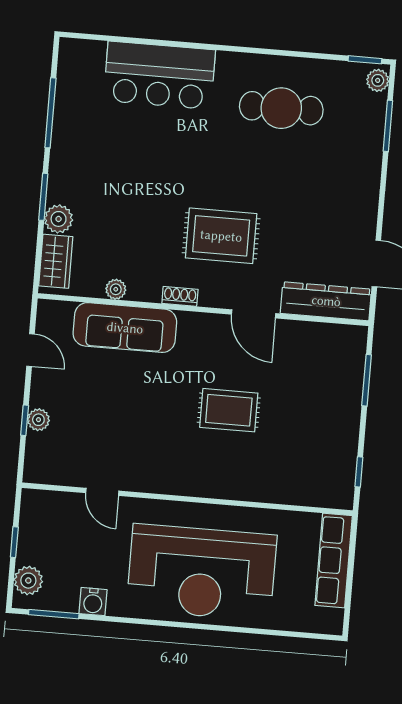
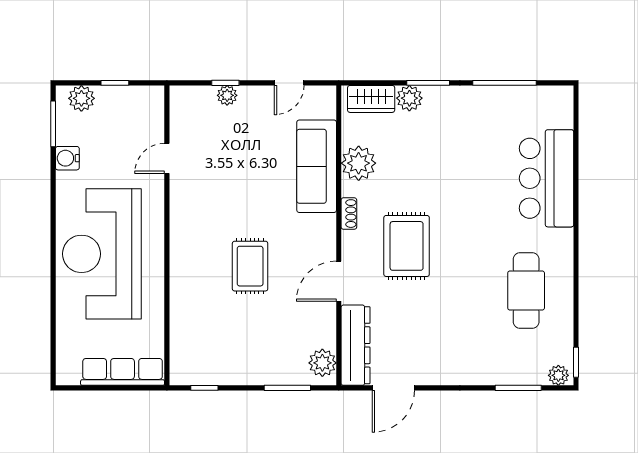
plant: (116, 289) -> (359, 163), width x1.88, depth x1.88
plant: (342, 339) -> (322, 363), added

